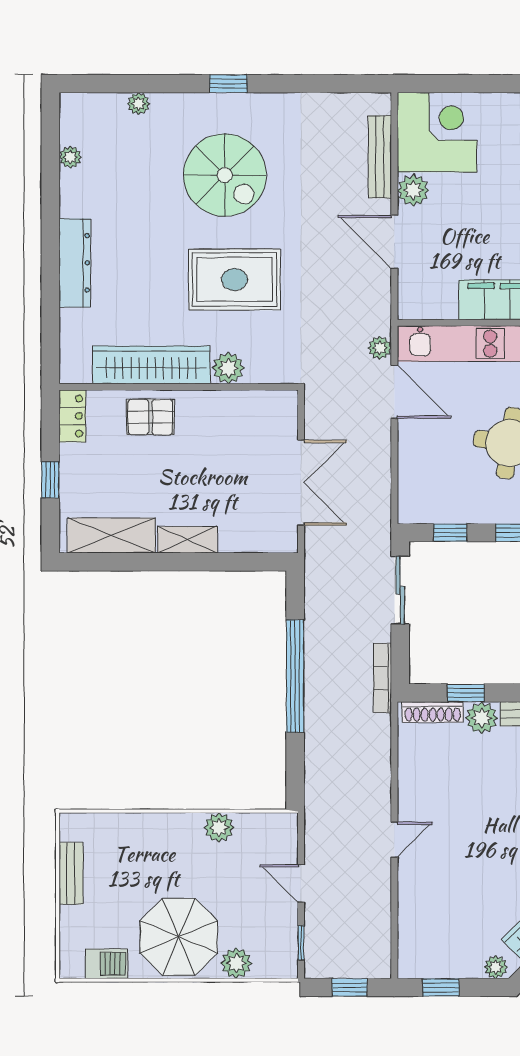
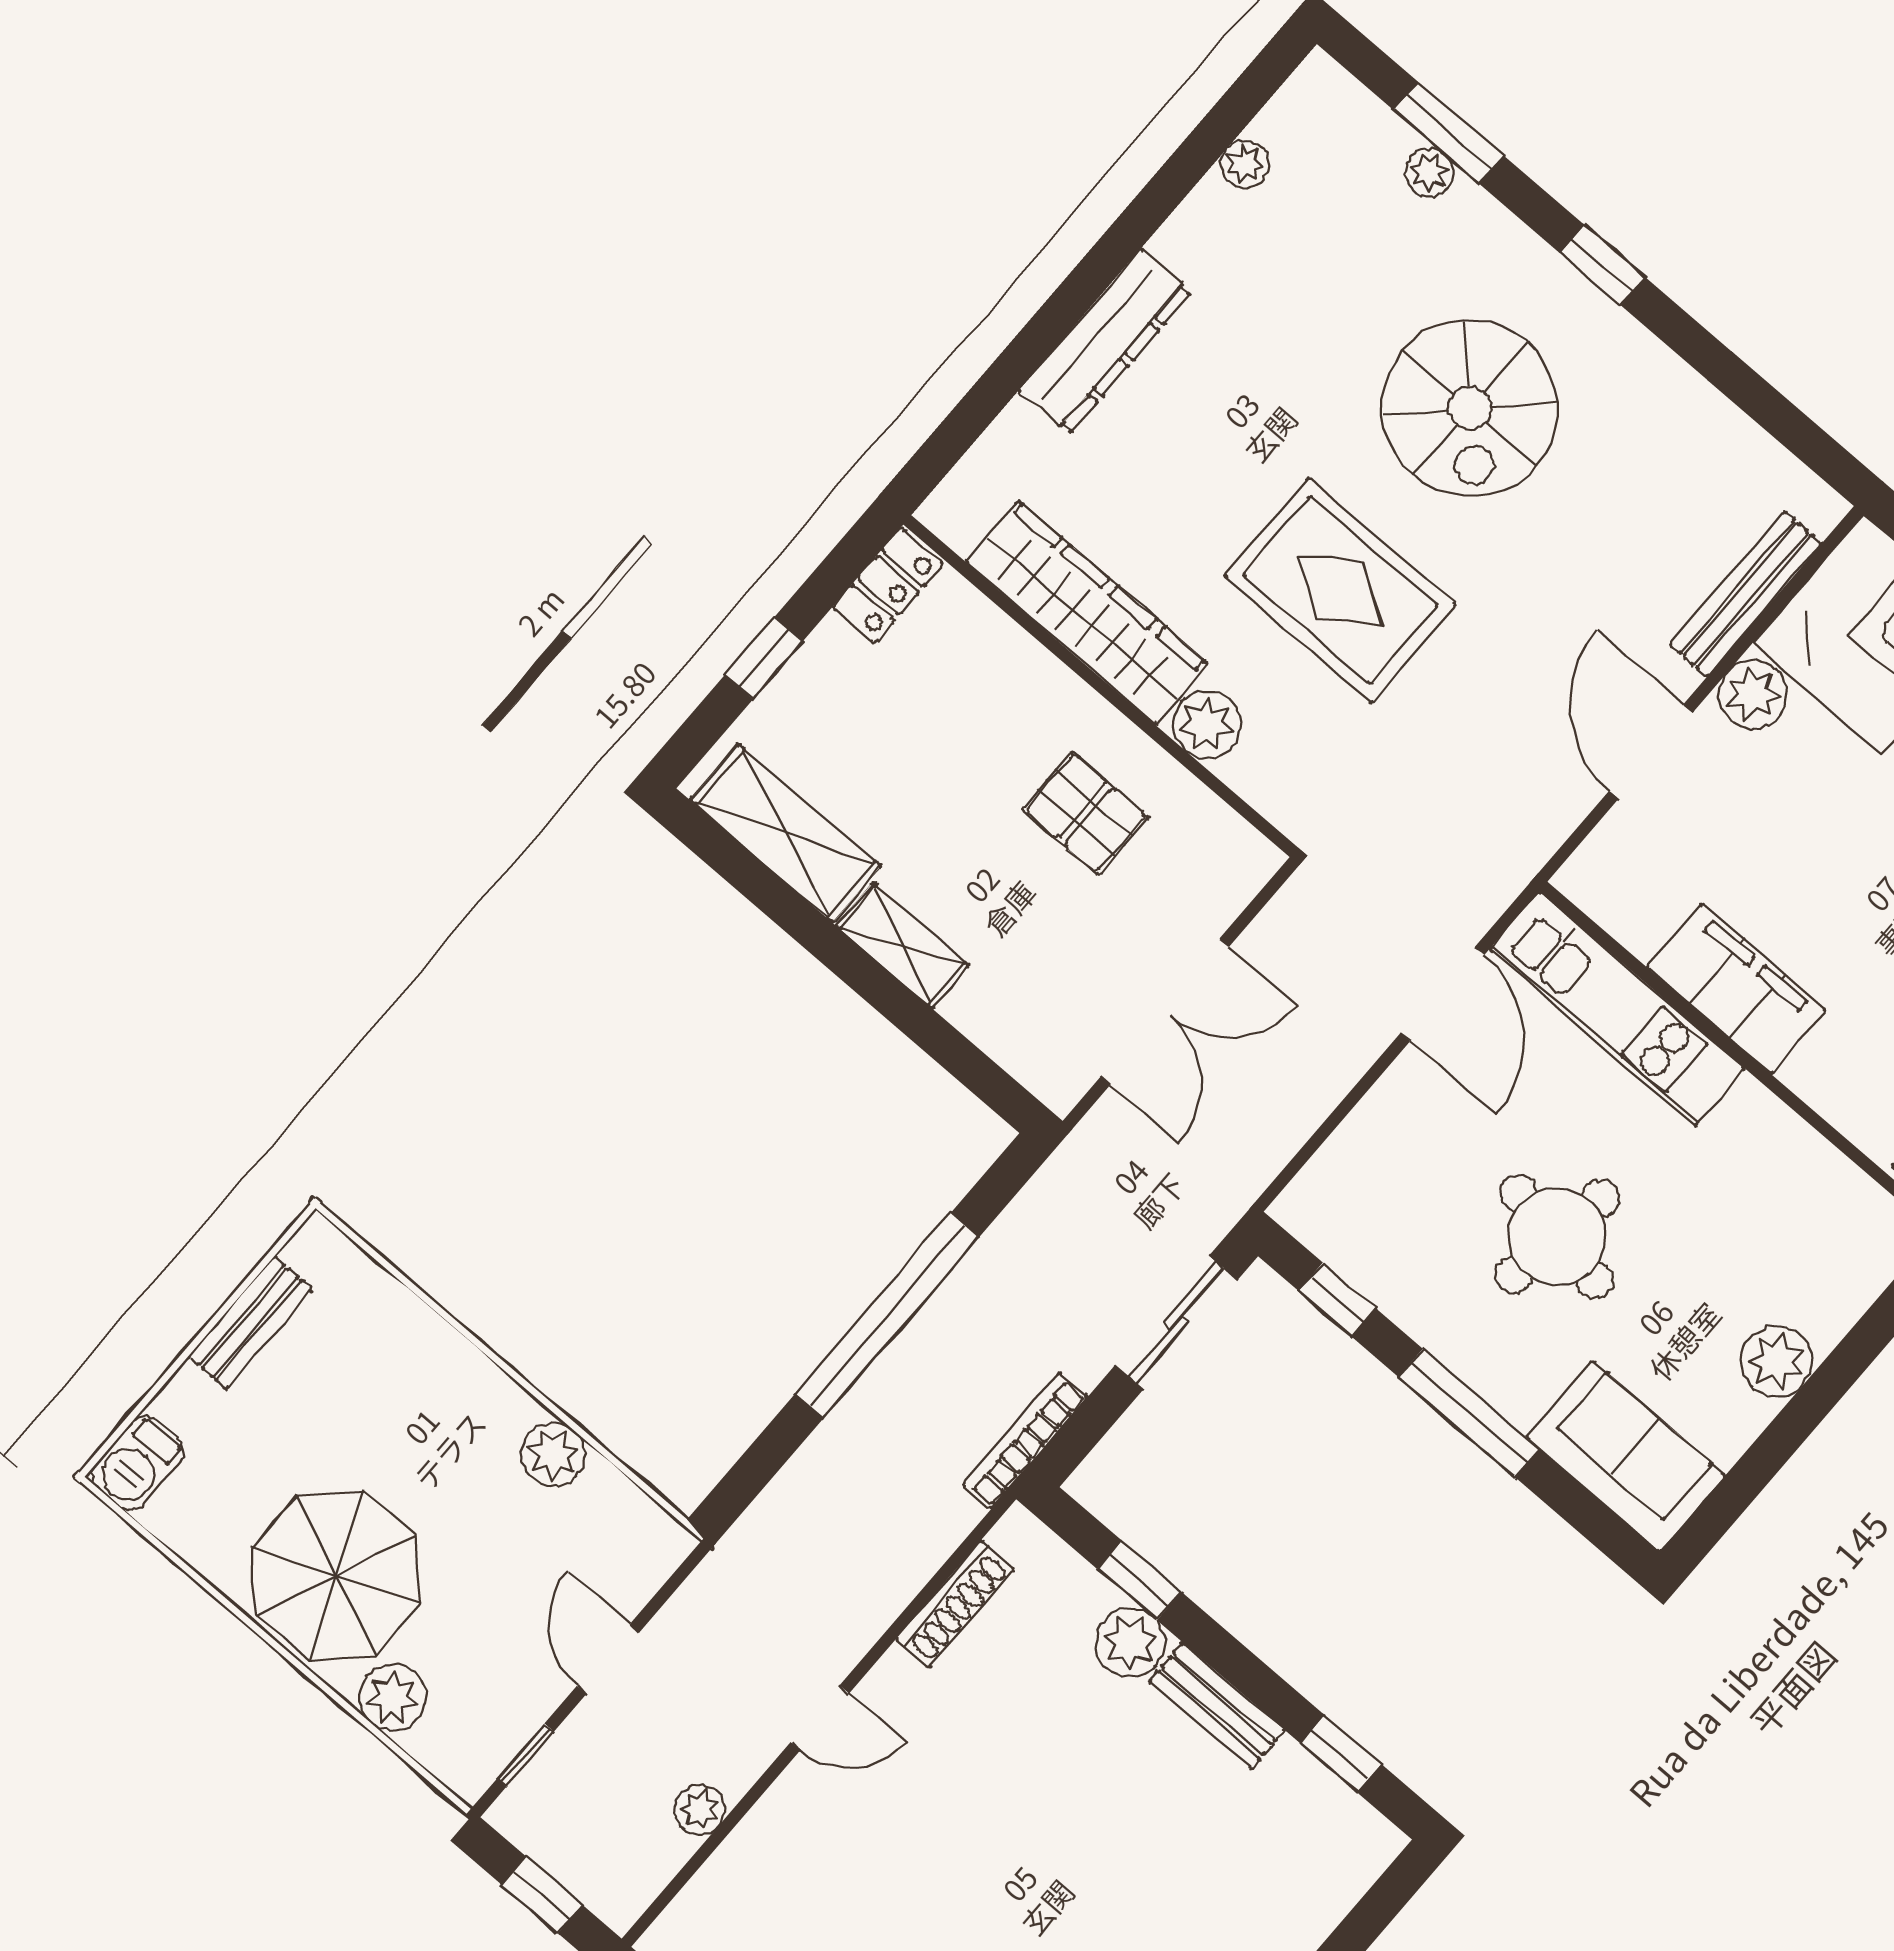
window: (133, 84) -> (1449, 133), added
plant: (380, 348) -> (700, 1810), moved
pallet: (150, 417) -> (1085, 813), moved
shoe rack: (433, 712) -> (955, 1604), moved, turned -90
barbecue: (106, 964) -> (138, 1463), moved, turned 90

